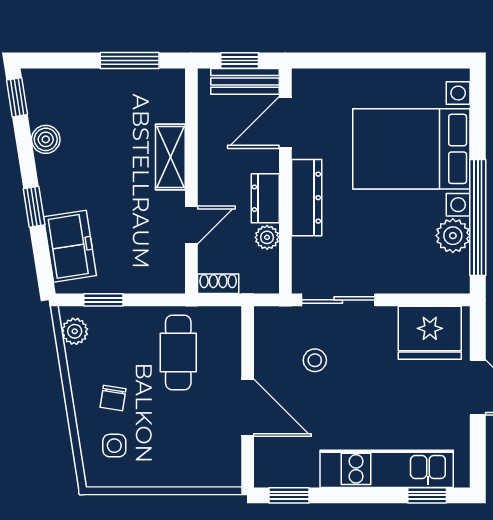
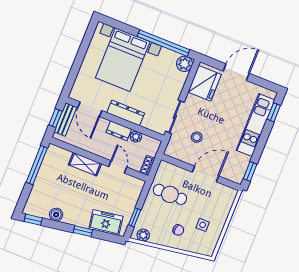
window: (130, 61) -> (37, 165), width x1.44
plant: (453, 236) -> (184, 64), moved
side table: (114, 446) -> (203, 225), moved

